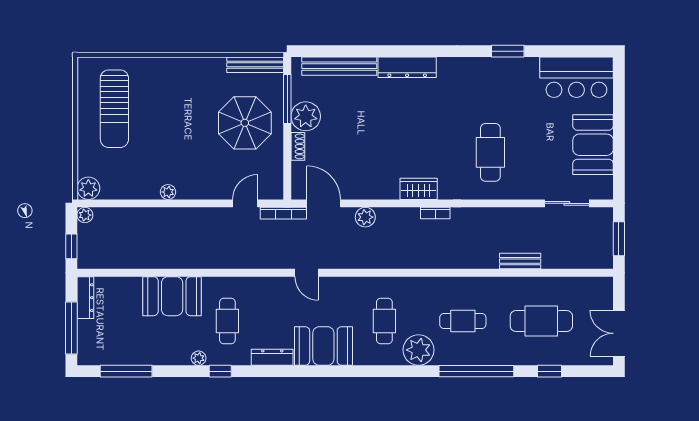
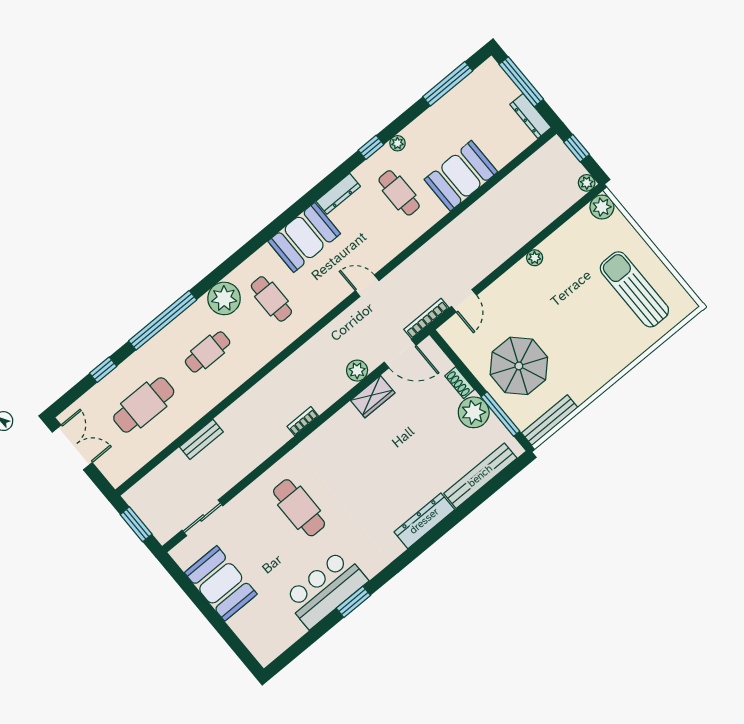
bar counter: (576, 77) -> (325, 589), moved
wardrobe: (419, 189) -> (373, 397), moved

